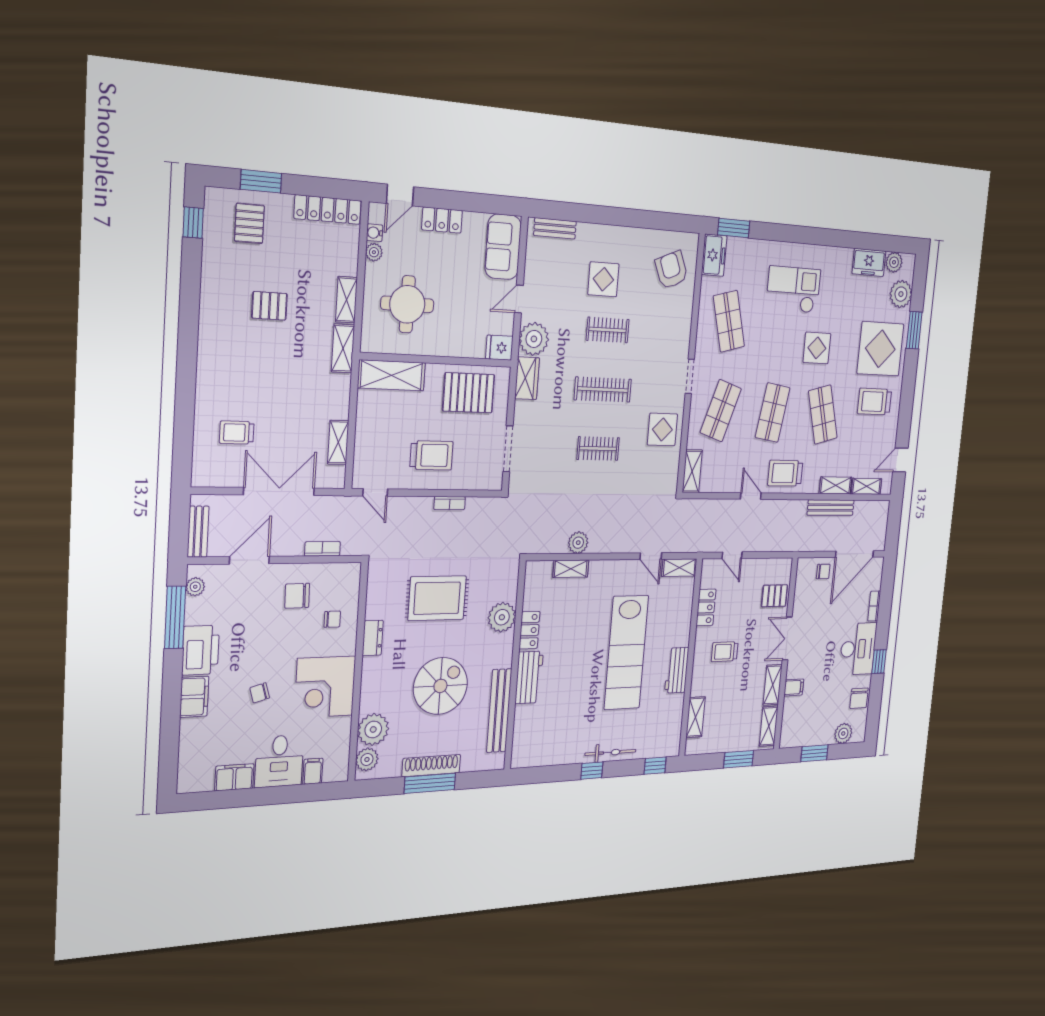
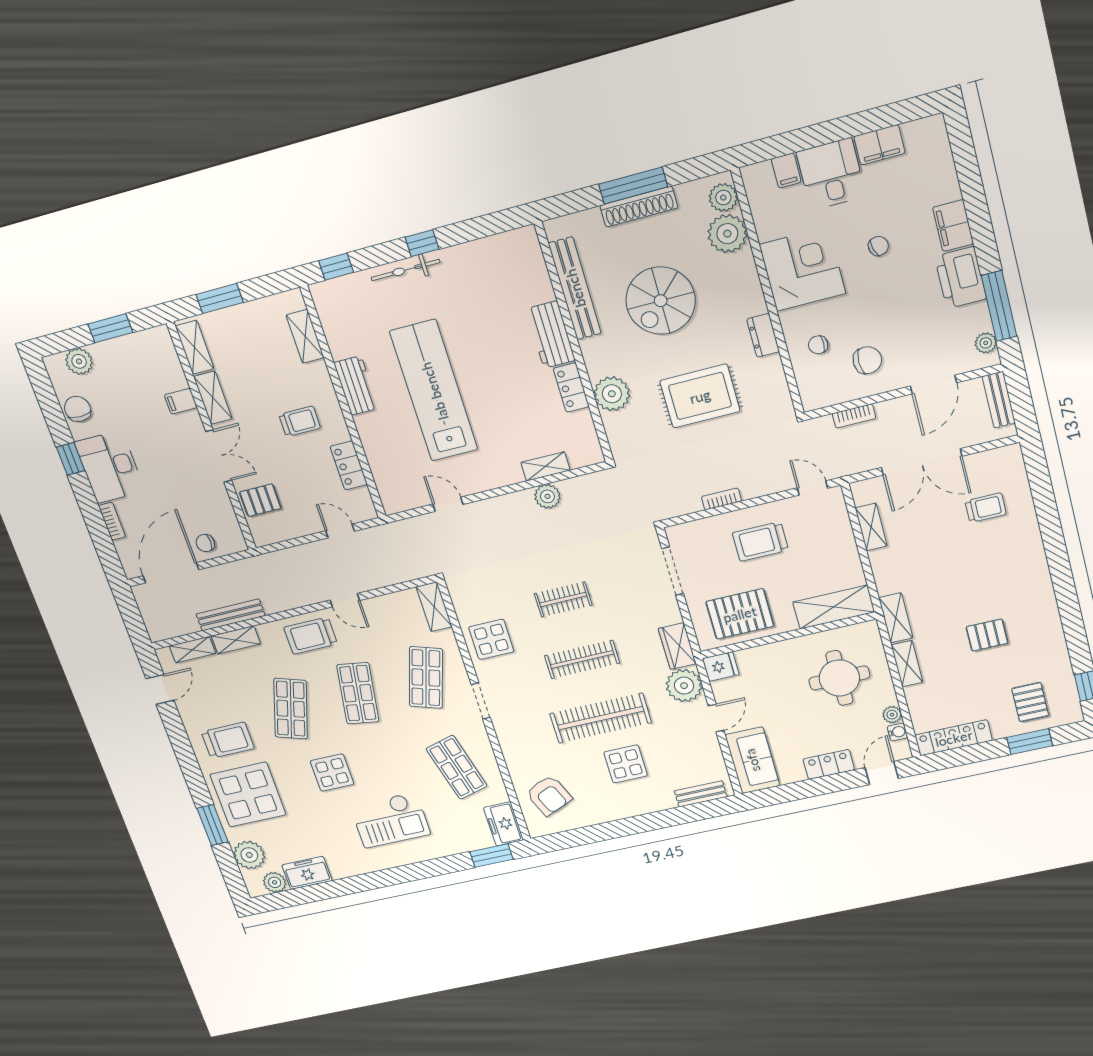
clothes rail: (608, 330) -> (601, 718), width x1.86, depth x1.31
shop shelf: (823, 414) -> (291, 709), turned 33
trolley: (785, 473) -> (311, 636), turned 180
shelving: (679, 568) -> (405, 501), removed

